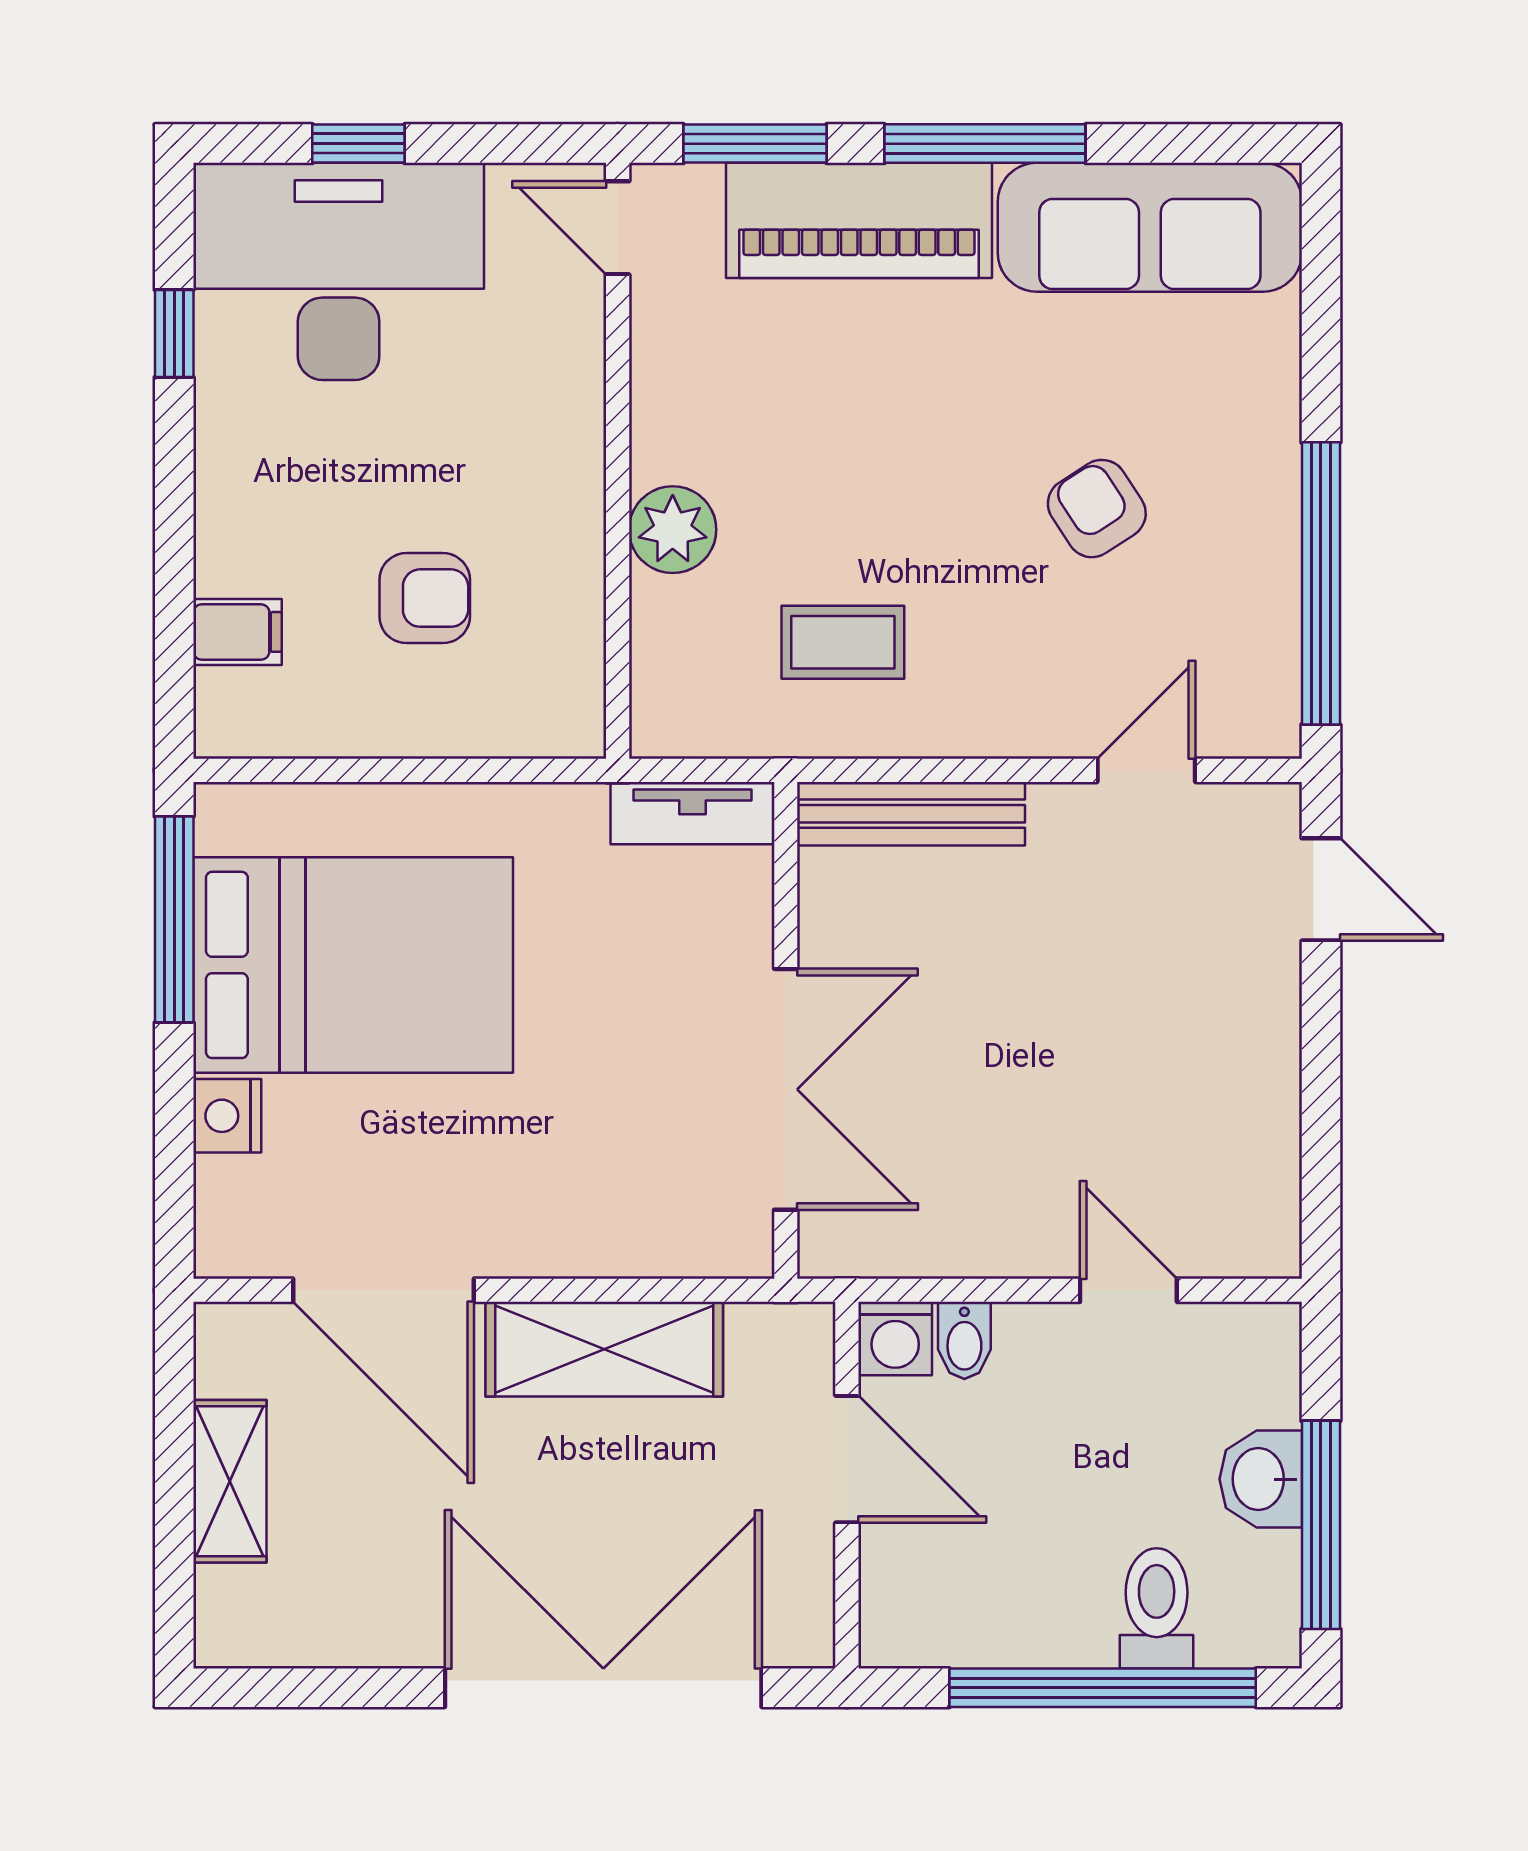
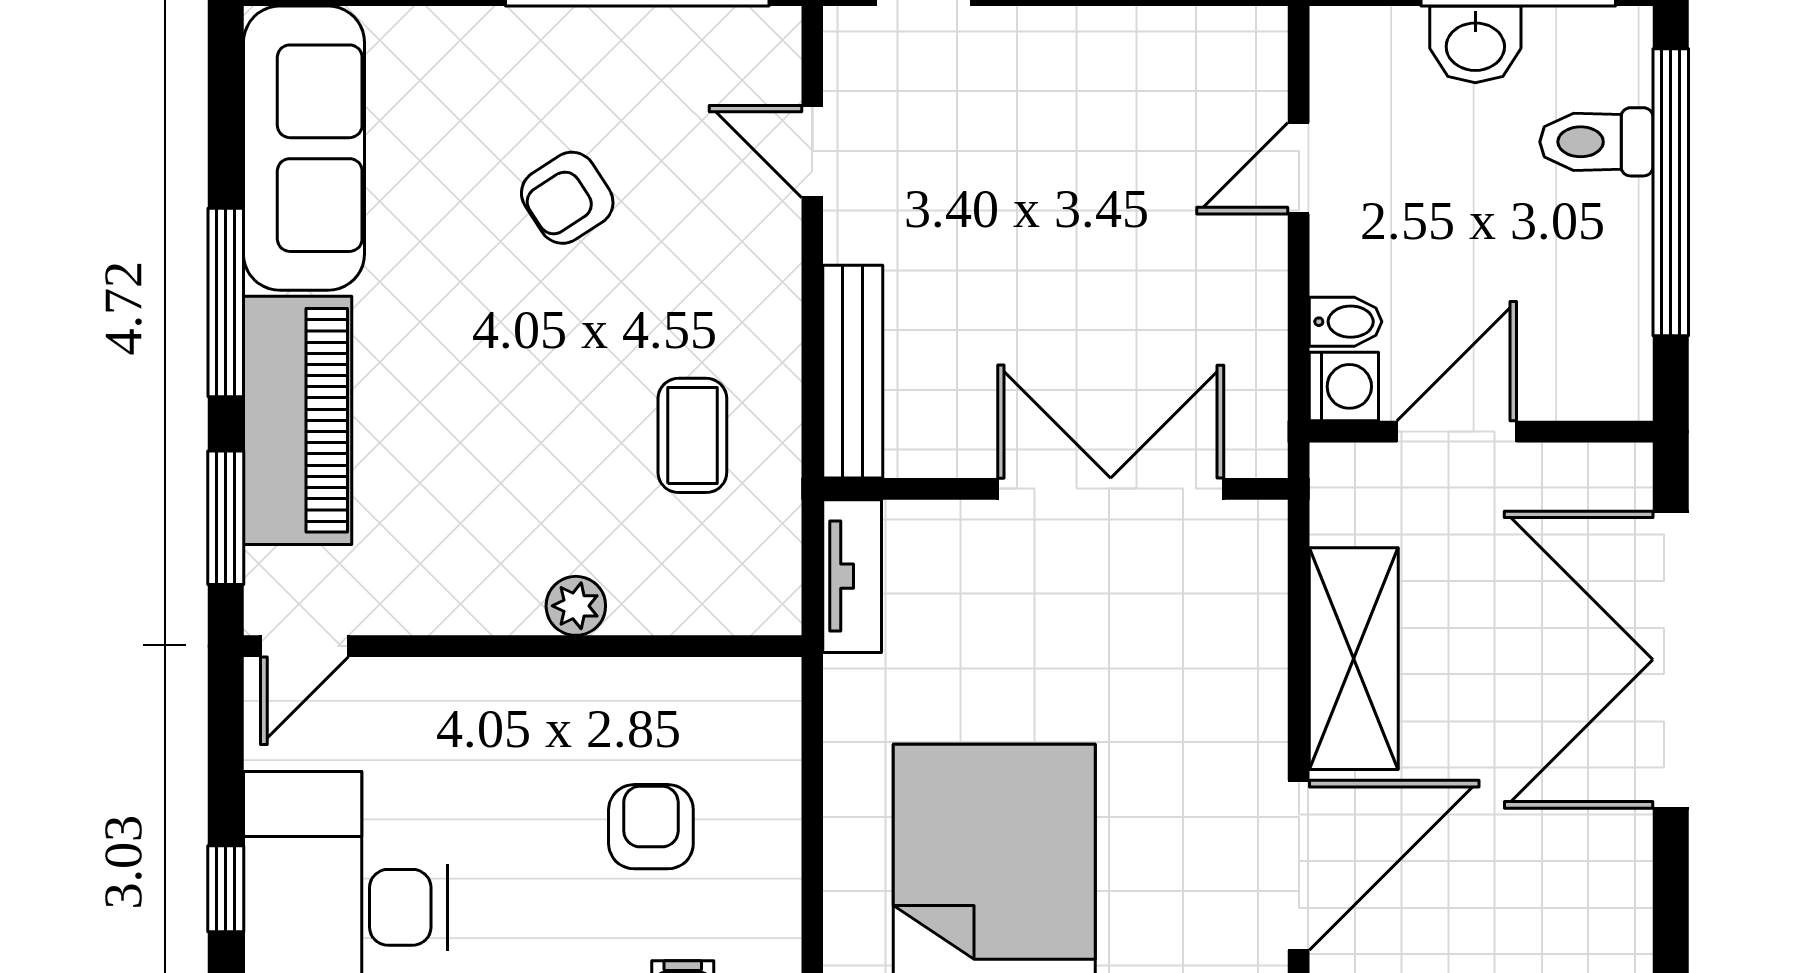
plant: (673, 530) -> (576, 606), width x0.73, depth x0.73

